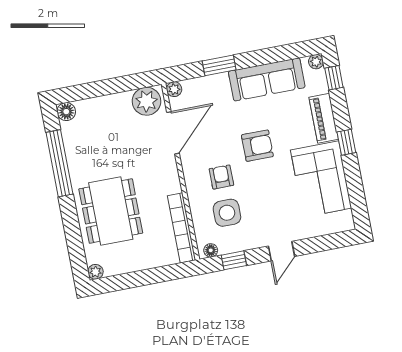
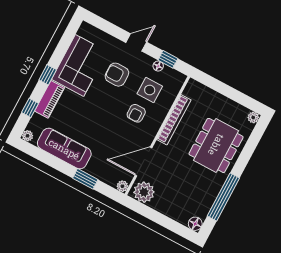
window: (334, 78) -> (30, 108), moved
armchair: (257, 146) -> (117, 75), moved
bookcase: (181, 228) -> (174, 120), moved
floor lamp: (211, 250) -> (158, 66), moved

